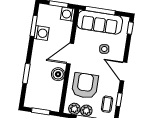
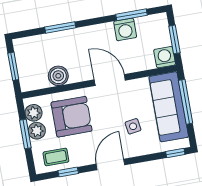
boiler: (58, 74) -> (58, 76), moved

